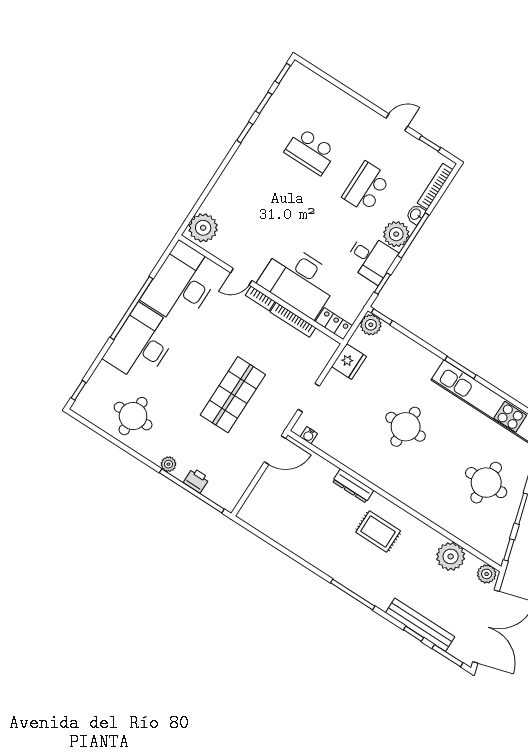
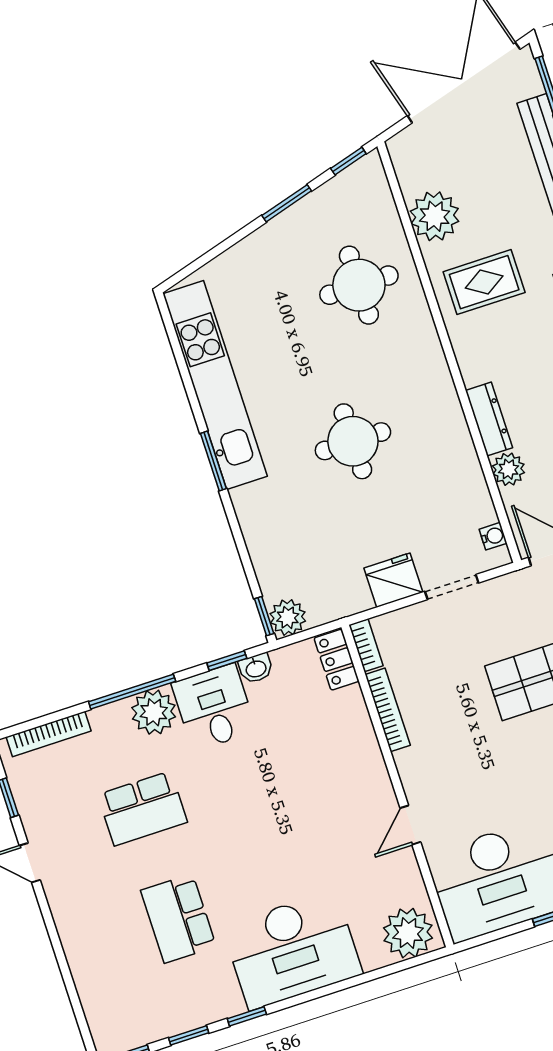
school desk: (311, 151) -> (178, 918), turned 180
washbasin: (416, 214) -> (256, 668), moved
door: (241, 277) -> (410, 825), swing flipped
desk: (299, 280) -> (292, 950), moved, turned 90
bookcase: (260, 298) -> (366, 645), moved
fridge: (349, 362) -> (393, 580), moved
round table: (486, 483) -> (359, 285), moved
rug: (378, 531) -> (484, 282), moved, turned 90
plant: (487, 574) -> (508, 469), moved

